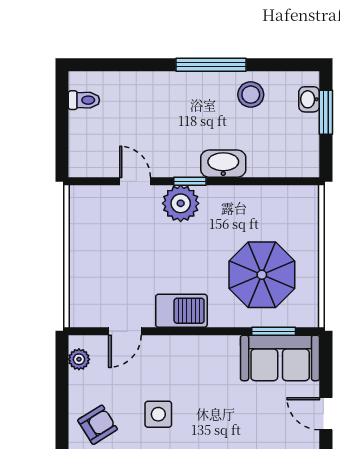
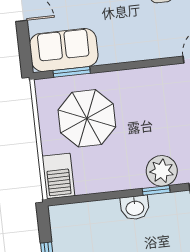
washbasin: (223, 164) -> (135, 208), width x0.72
barbecue: (181, 311) -> (58, 176), moved, turned -90

